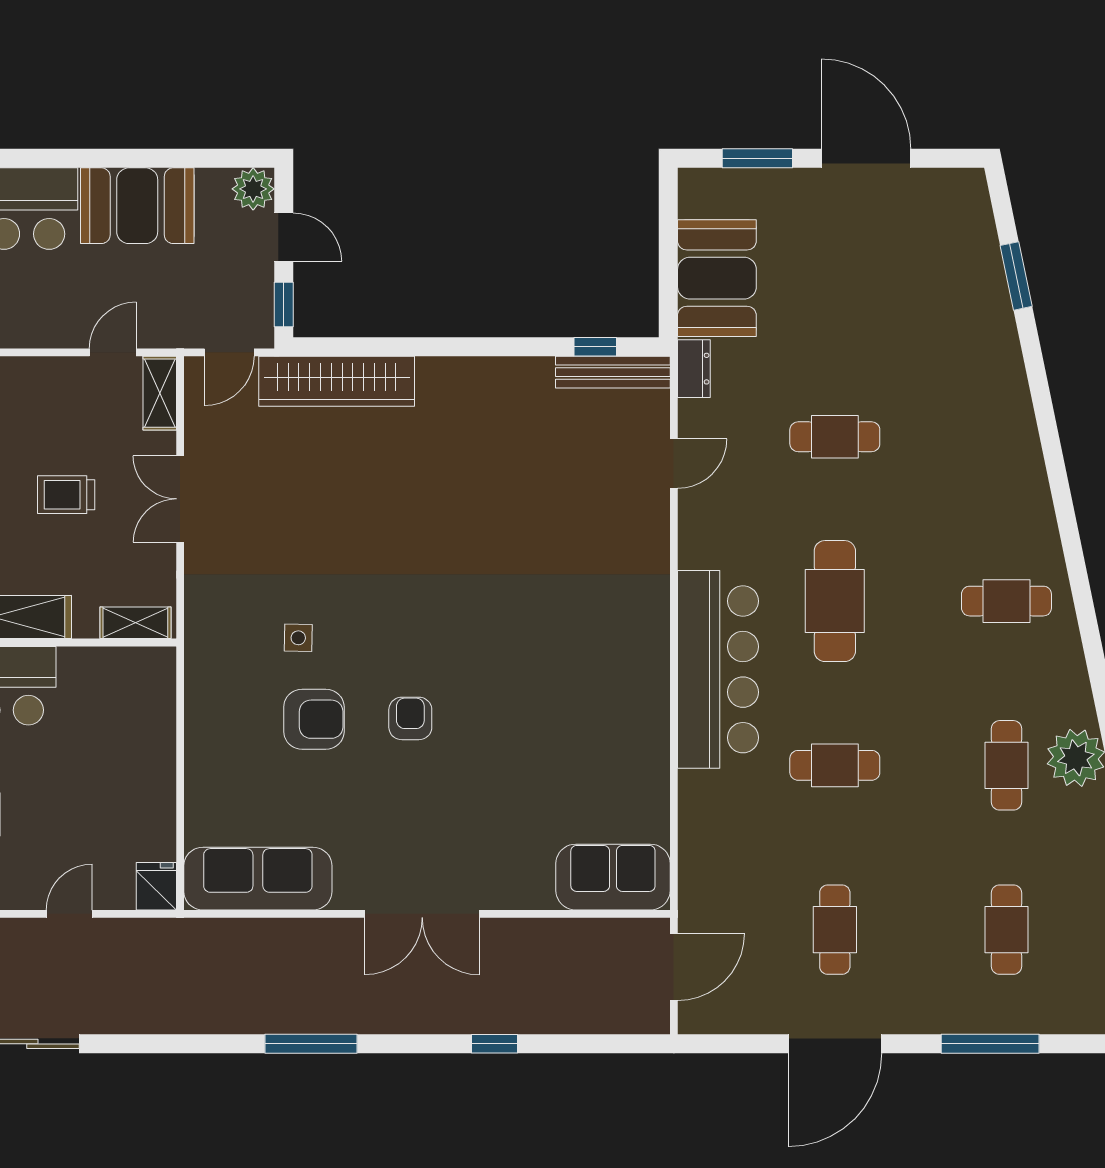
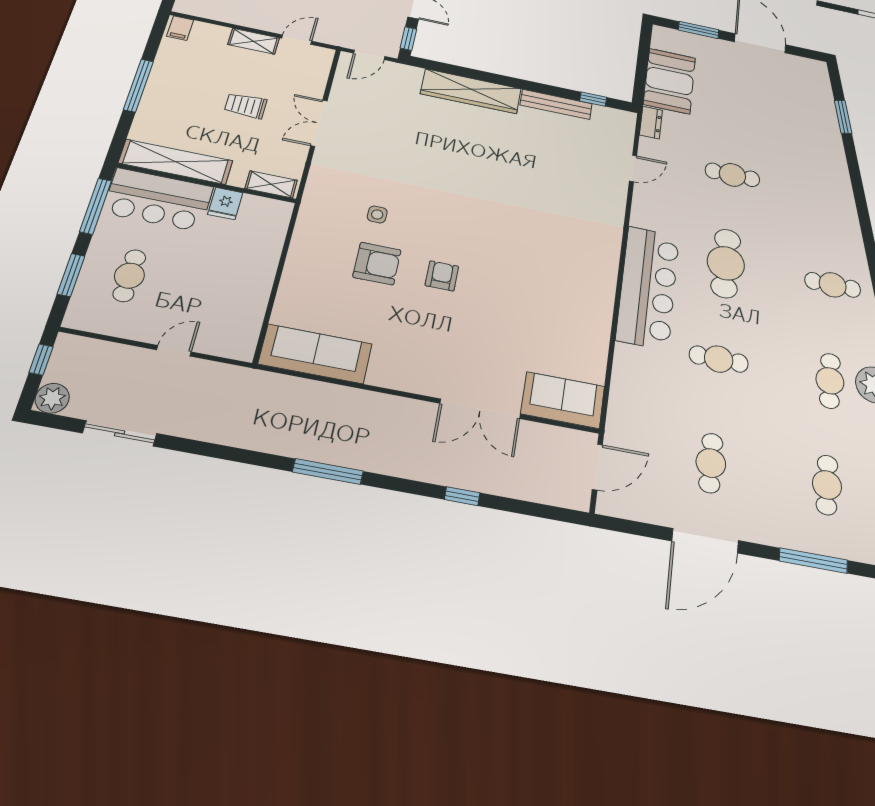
bench: (613, 372) -> (556, 104), moved
wardrobe: (337, 381) -> (471, 91), moved
shelving: (160, 393) -> (254, 41), moved, turned 90
fridge: (156, 886) -> (225, 203), moved, turned 180
double door: (422, 914) -> (480, 409), moved

